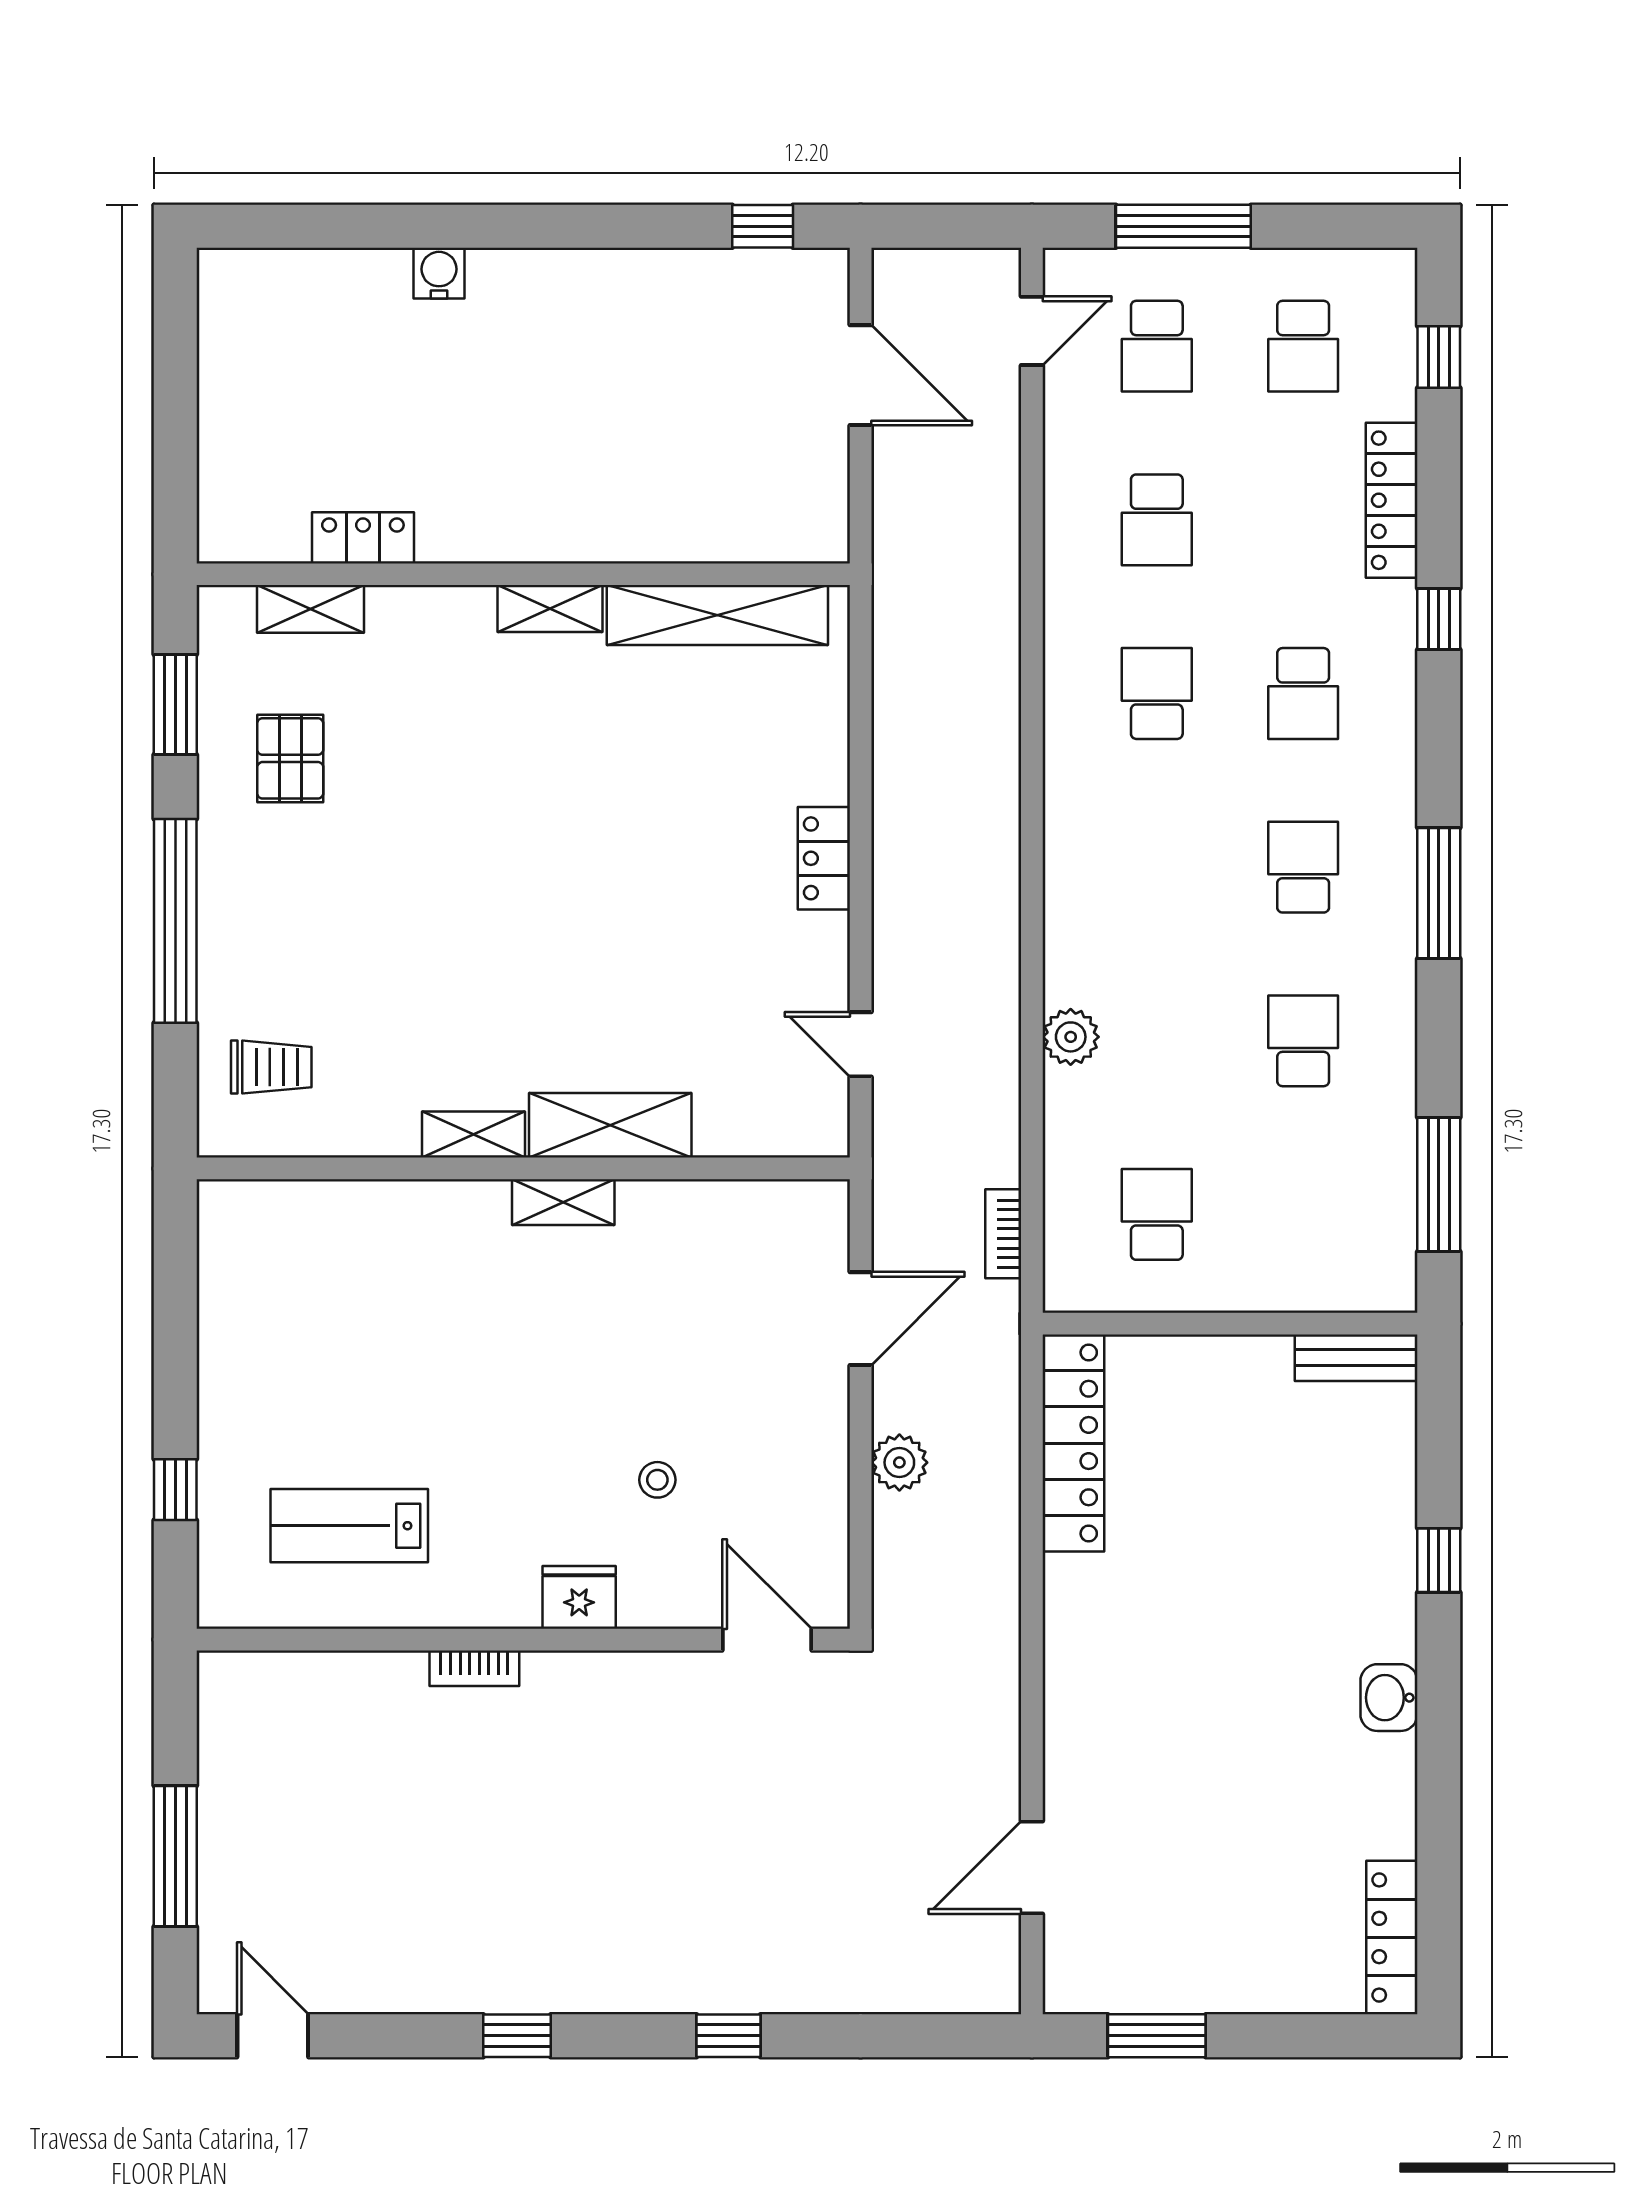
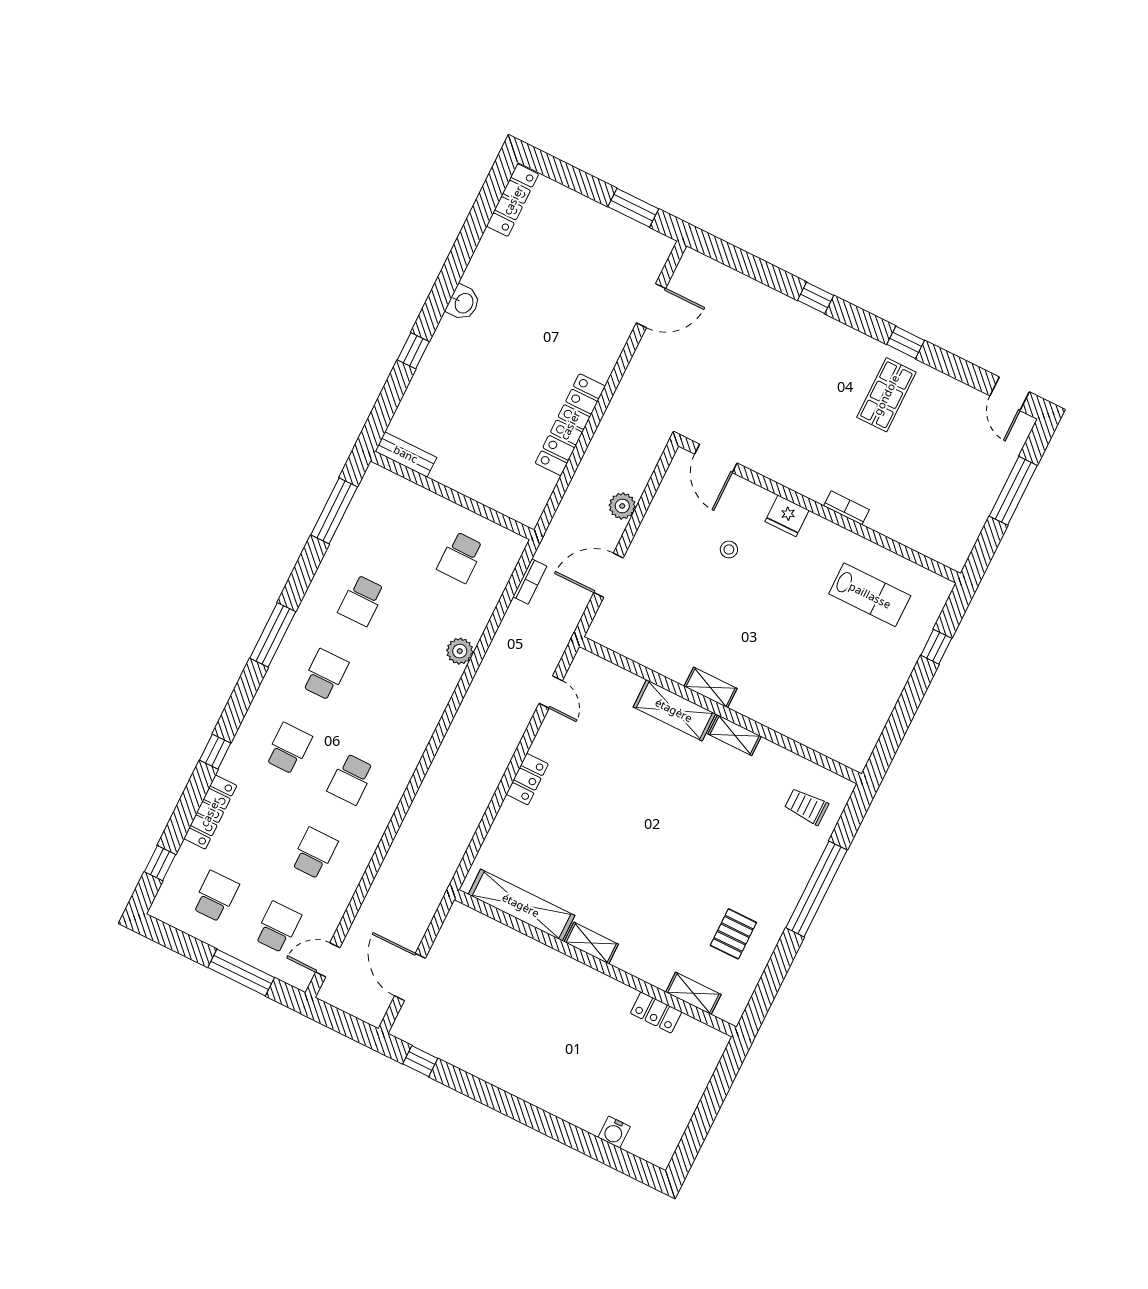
water cooler: (439, 273) -> (614, 1132), moved
window: (175, 705) -> (771, 981), removed
school desk: (1303, 867) -> (325, 674), turned 180
locker: (1073, 1443) -> (570, 425), moved
shop shelf: (504, 1919) -> (886, 395), added

